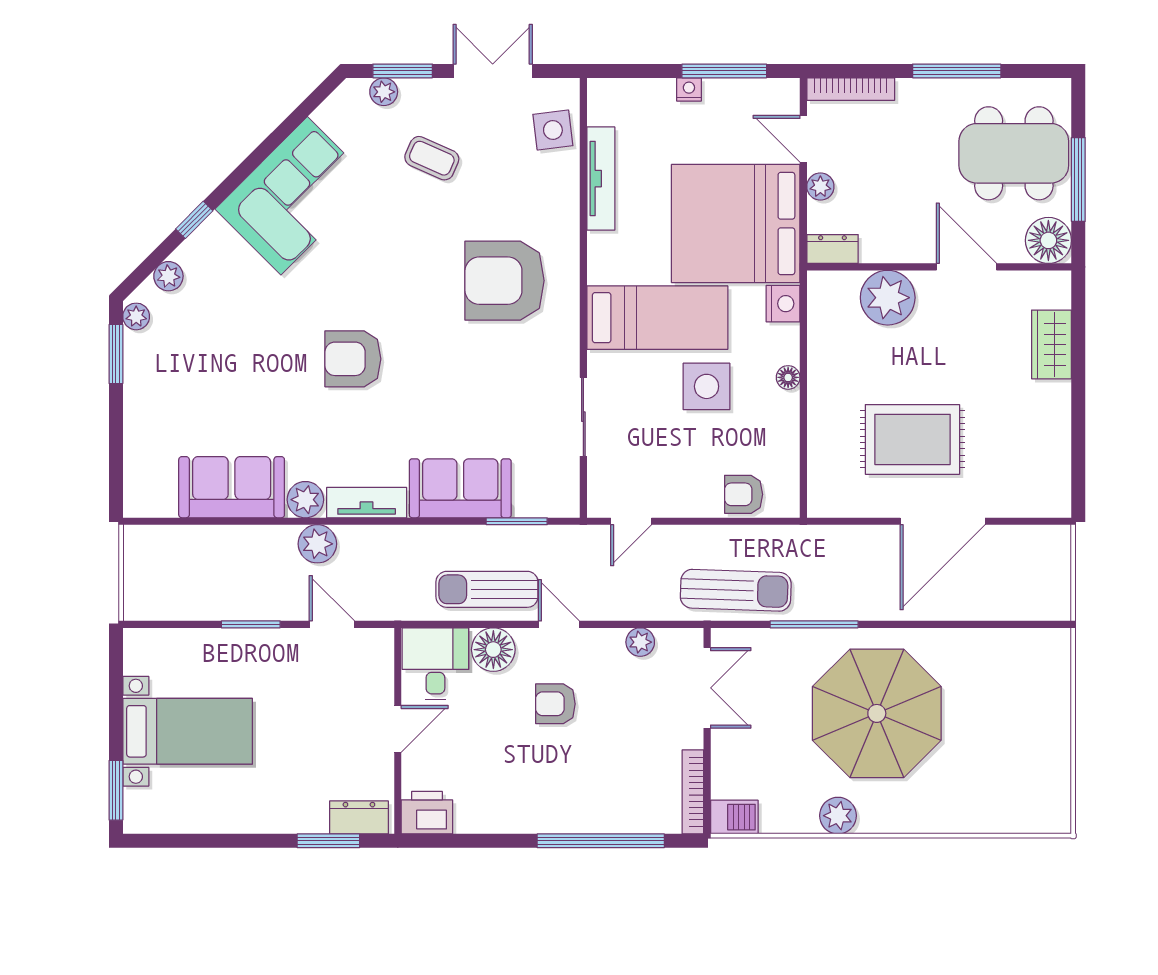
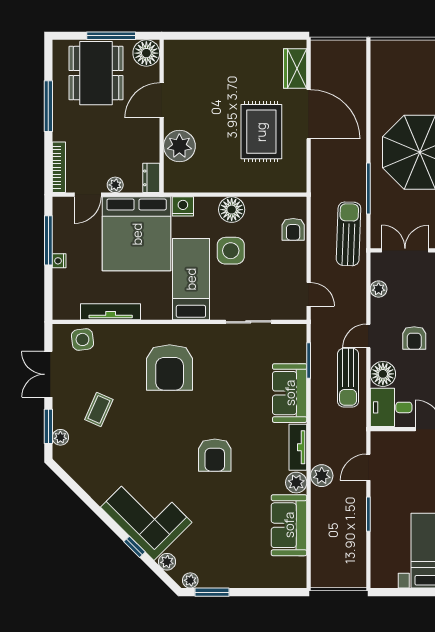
corner sofa: (294, 196) -> (146, 515), moved
wardrobe: (1051, 344) -> (295, 69), moved, turned 90
floor lamp: (788, 377) -> (232, 210), width x1.89, depth x1.89

